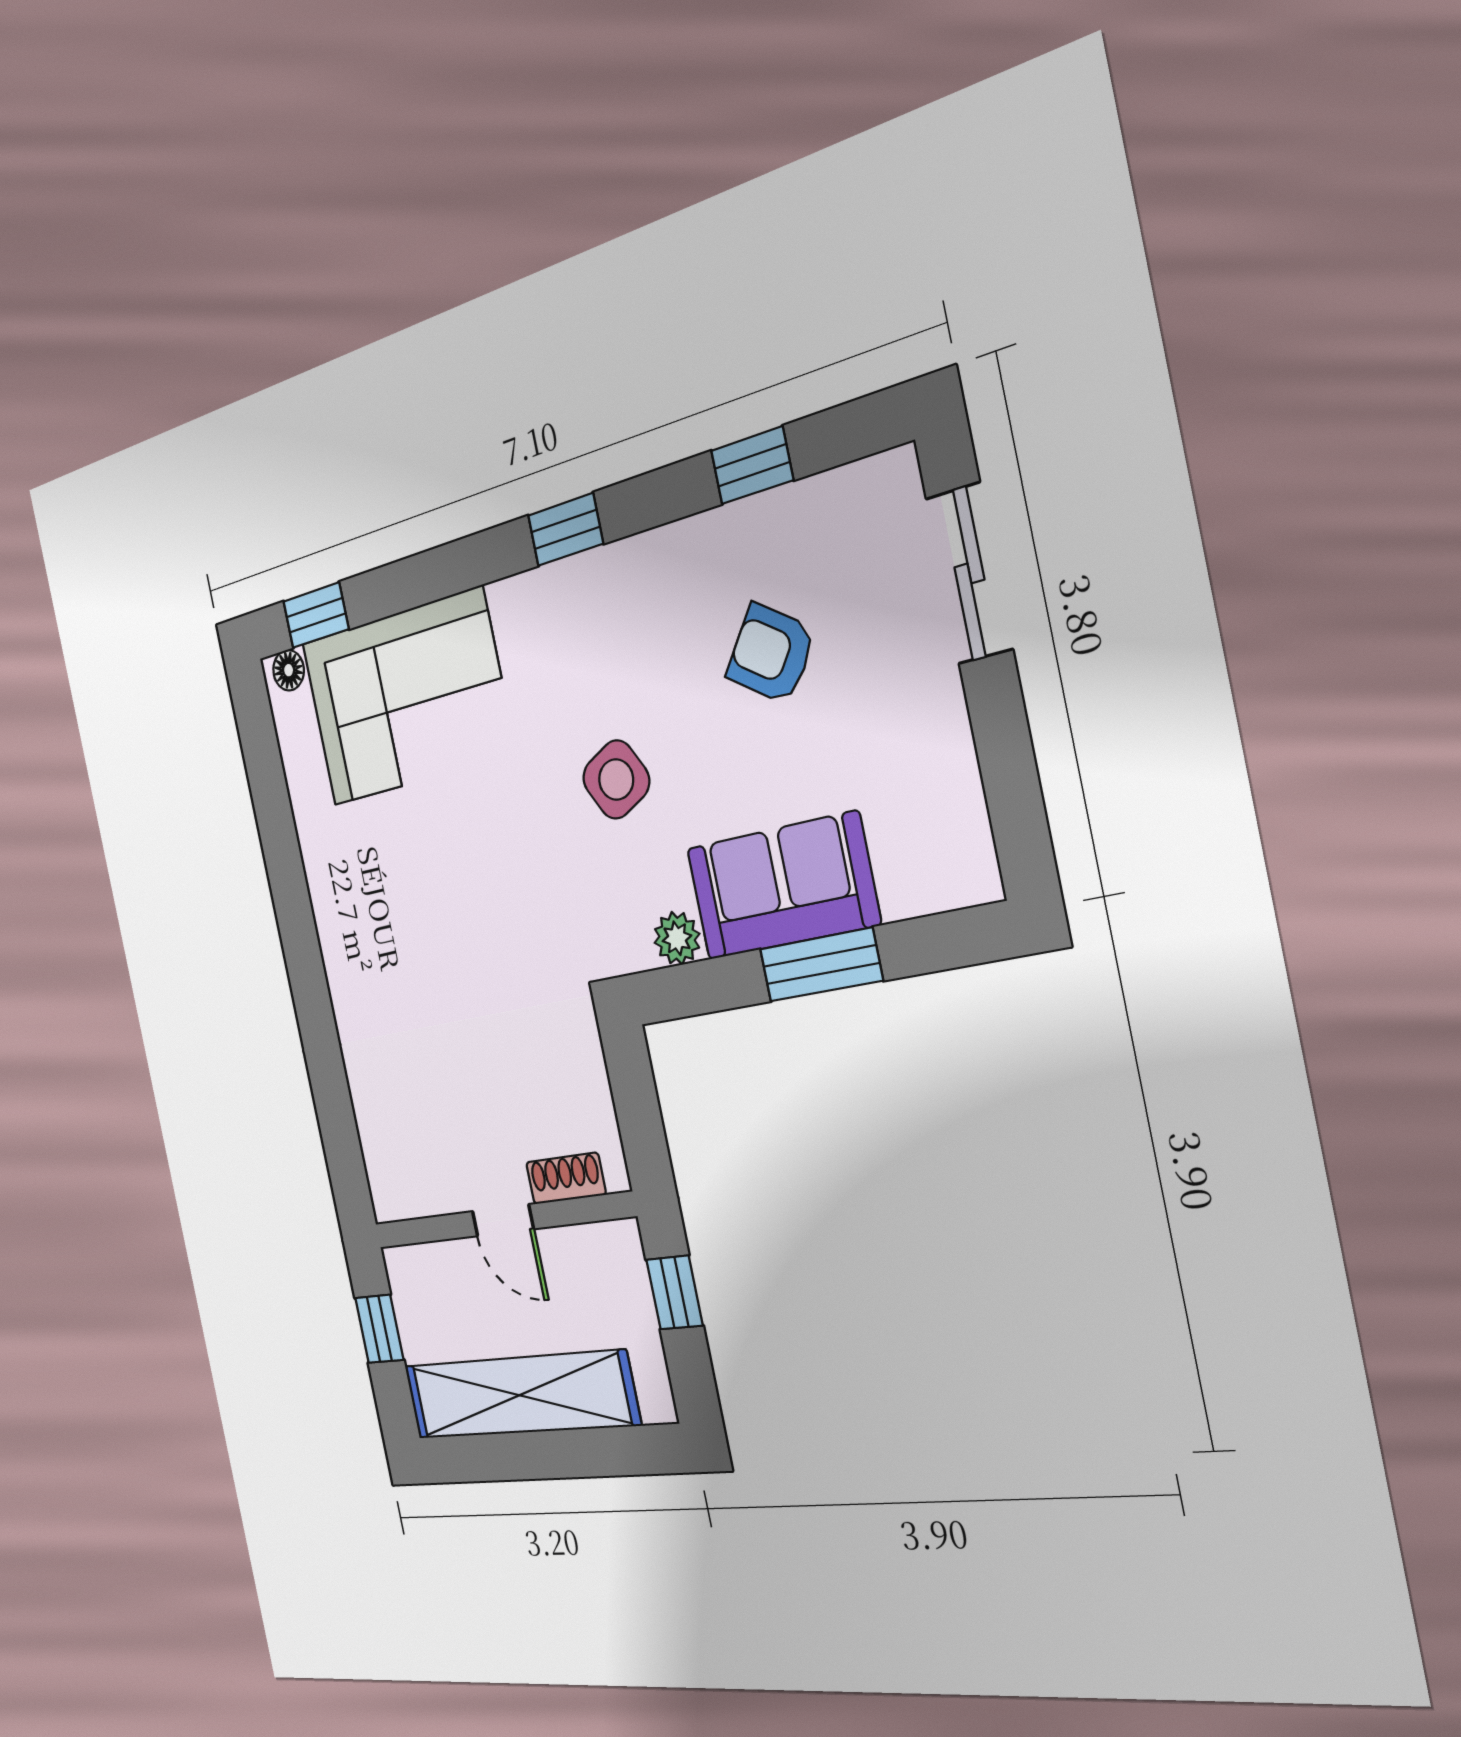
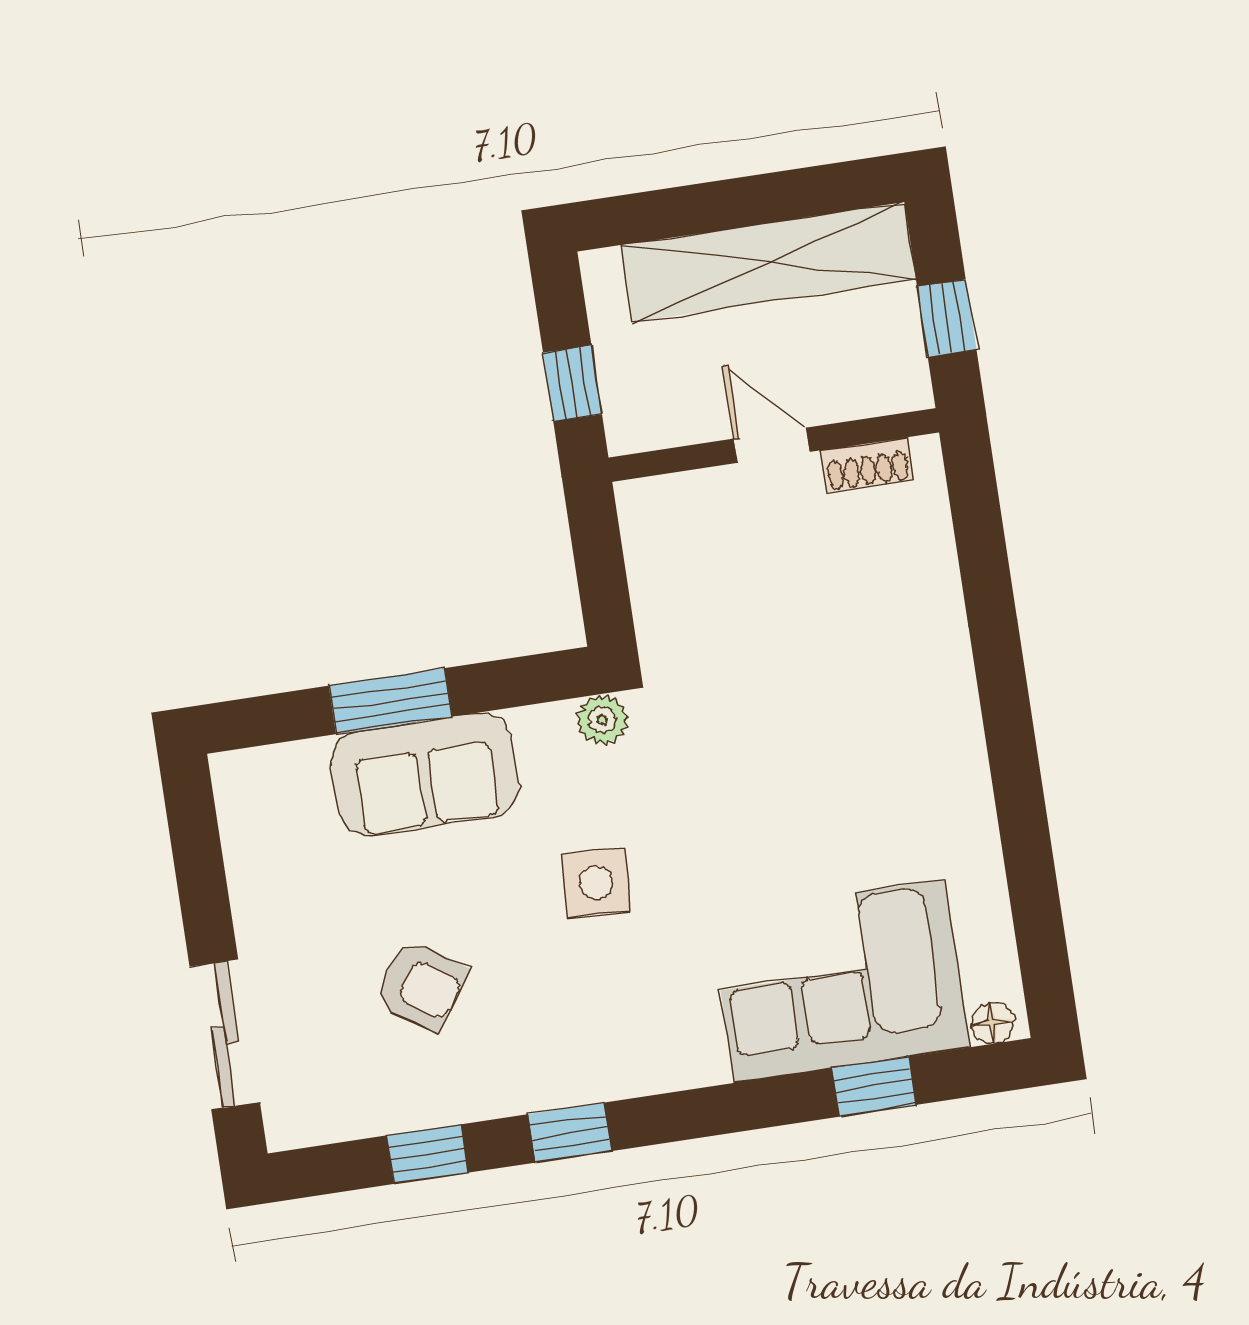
window: (566, 529) -> (570, 1133), moved
window: (316, 615) -> (874, 1087), moved
side table: (616, 780) -> (596, 883), turned 31
plant: (677, 938) -> (602, 720), moved
shoe rack: (566, 1178) -> (867, 465), moved

